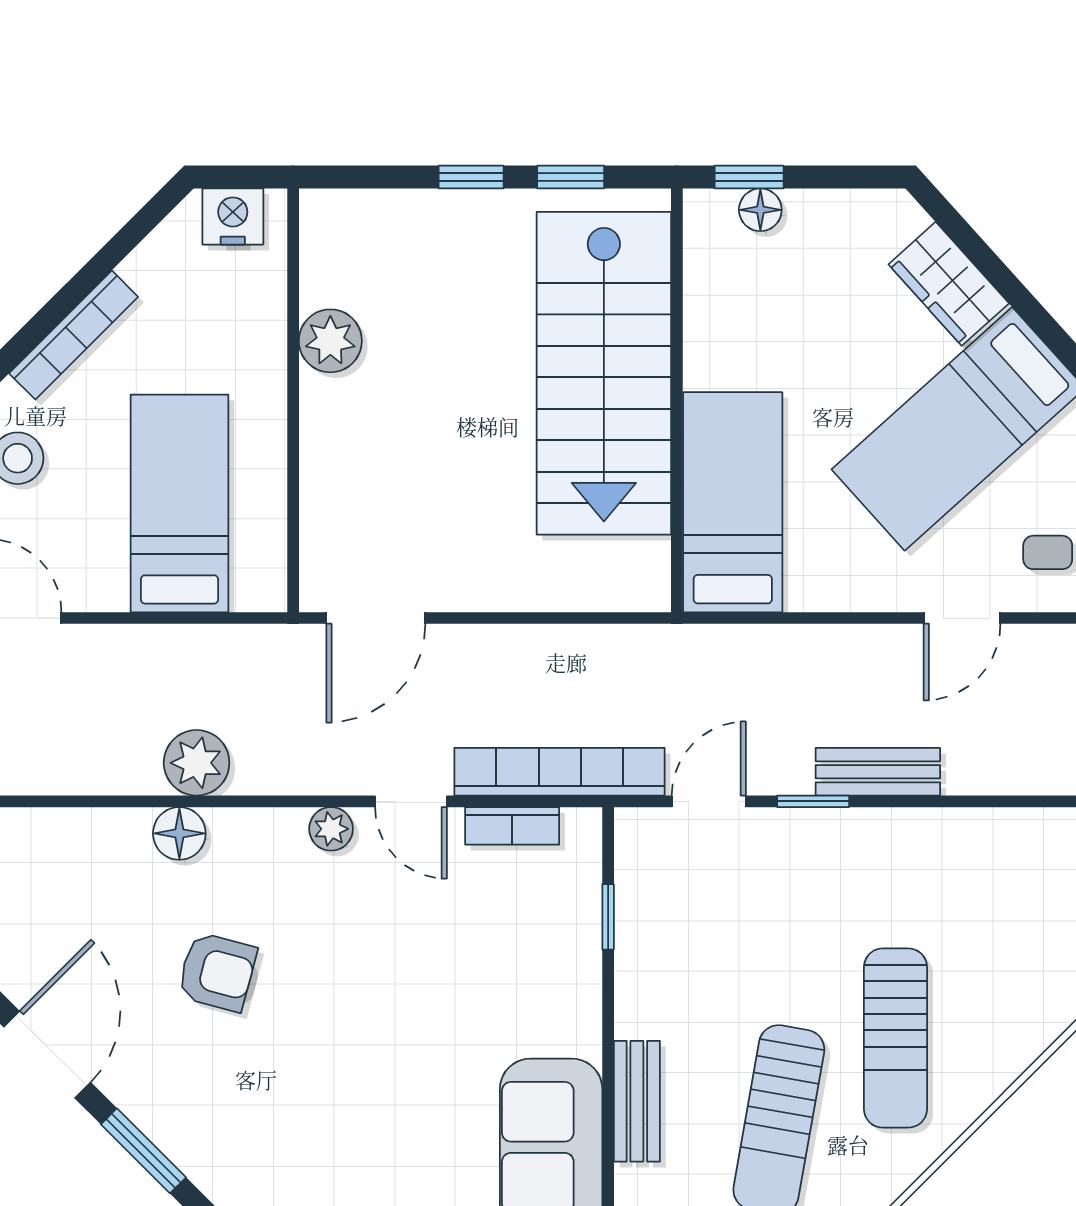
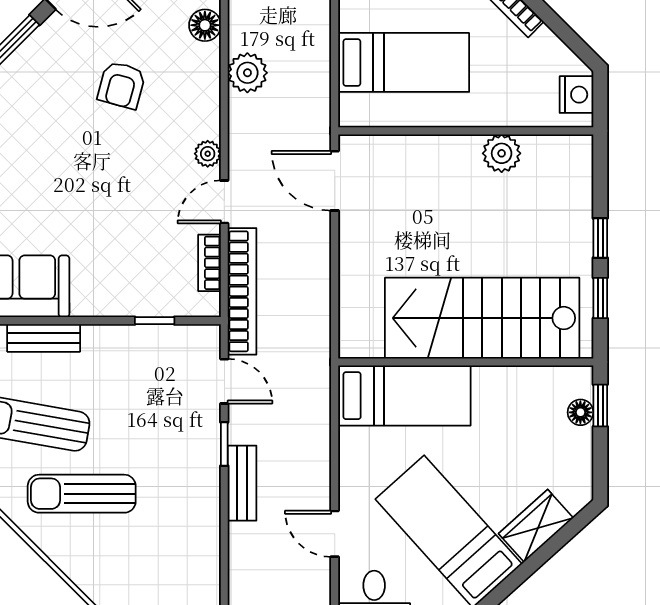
floor lamp: (179, 833) -> (205, 25), moved

